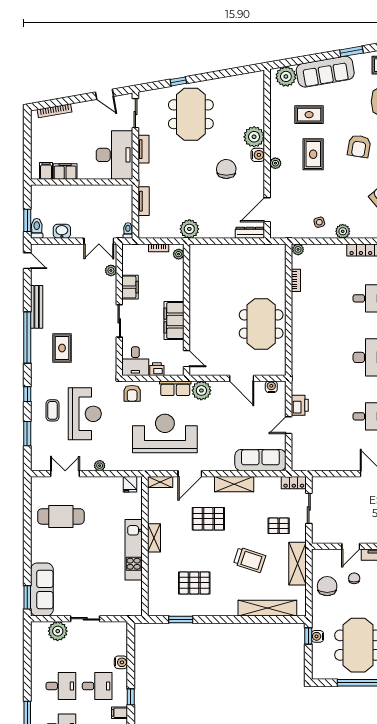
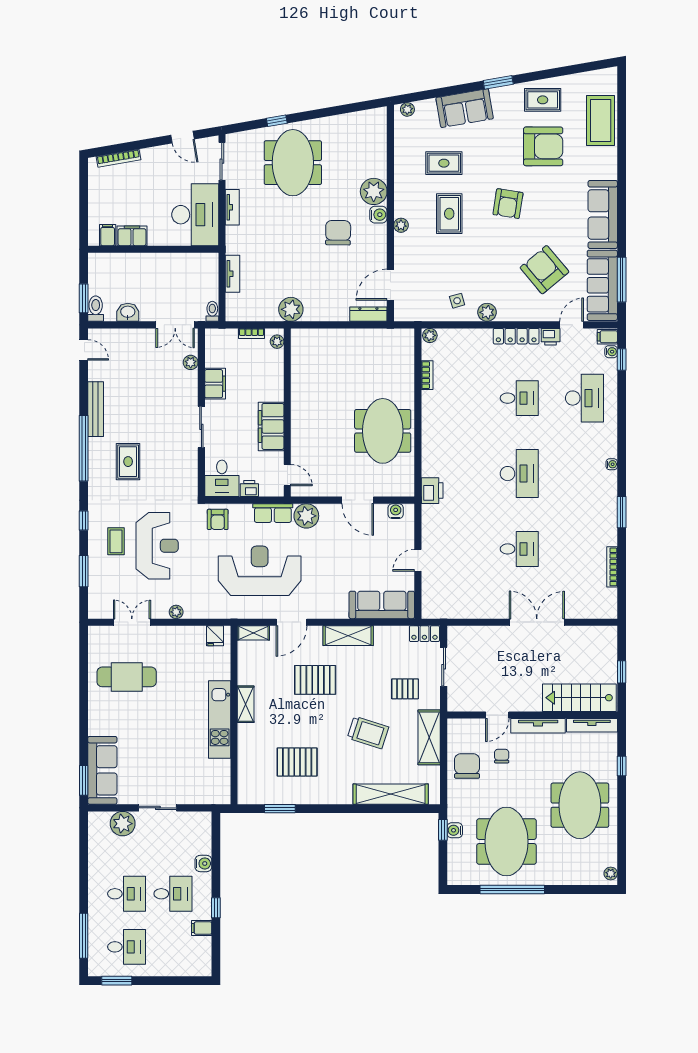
sofa: (325, 72) -> (465, 108), width x0.73
plant: (286, 76) -> (407, 109), width x0.53, depth x0.53
printer: (300, 405) -> (432, 491), moved

